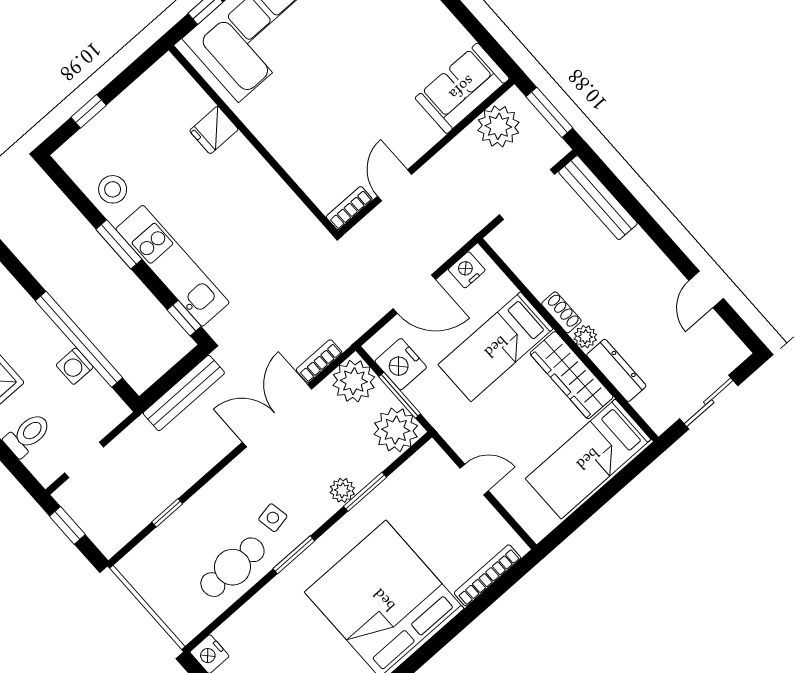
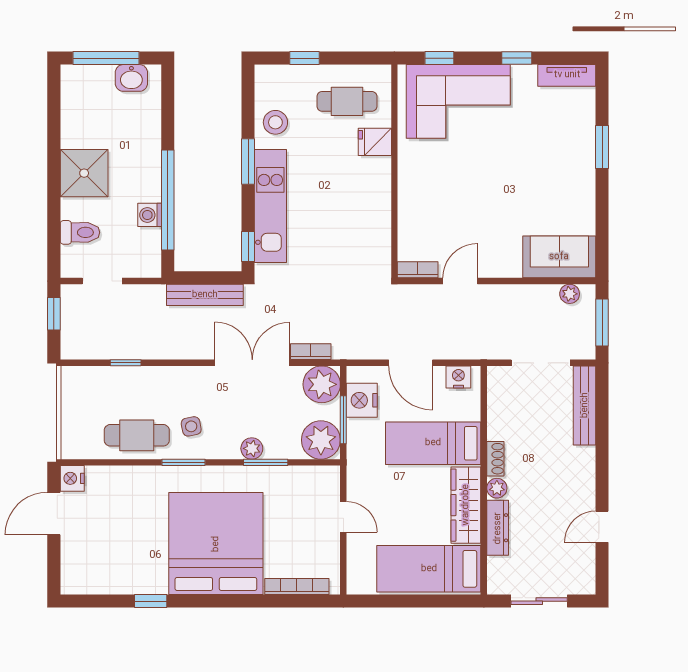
cafe table: (159, 116) -> (347, 101), added
plant: (498, 126) -> (570, 294), width x0.53, depth x0.53

